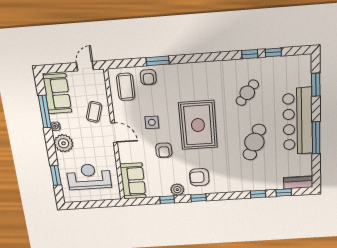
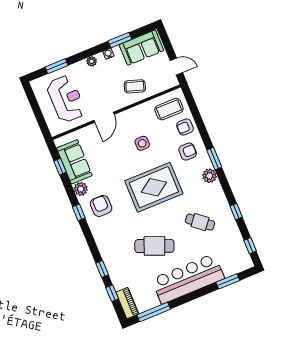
window: (273, 52) -> (250, 246), moved
window: (158, 61) -> (214, 159), moved
plant: (205, 69) -> (209, 176), added
window: (45, 112) -> (120, 40), width x0.69
door: (114, 133) -> (104, 117), moved
window: (316, 138) -> (154, 312), moved
plant: (64, 143) -> (92, 61), width x0.53, depth x0.53
armchair: (164, 150) -> (188, 152), moved, turned 180
sofa: (133, 181) -> (74, 162), moved, turned -90
window: (167, 200) -> (60, 167), moved

